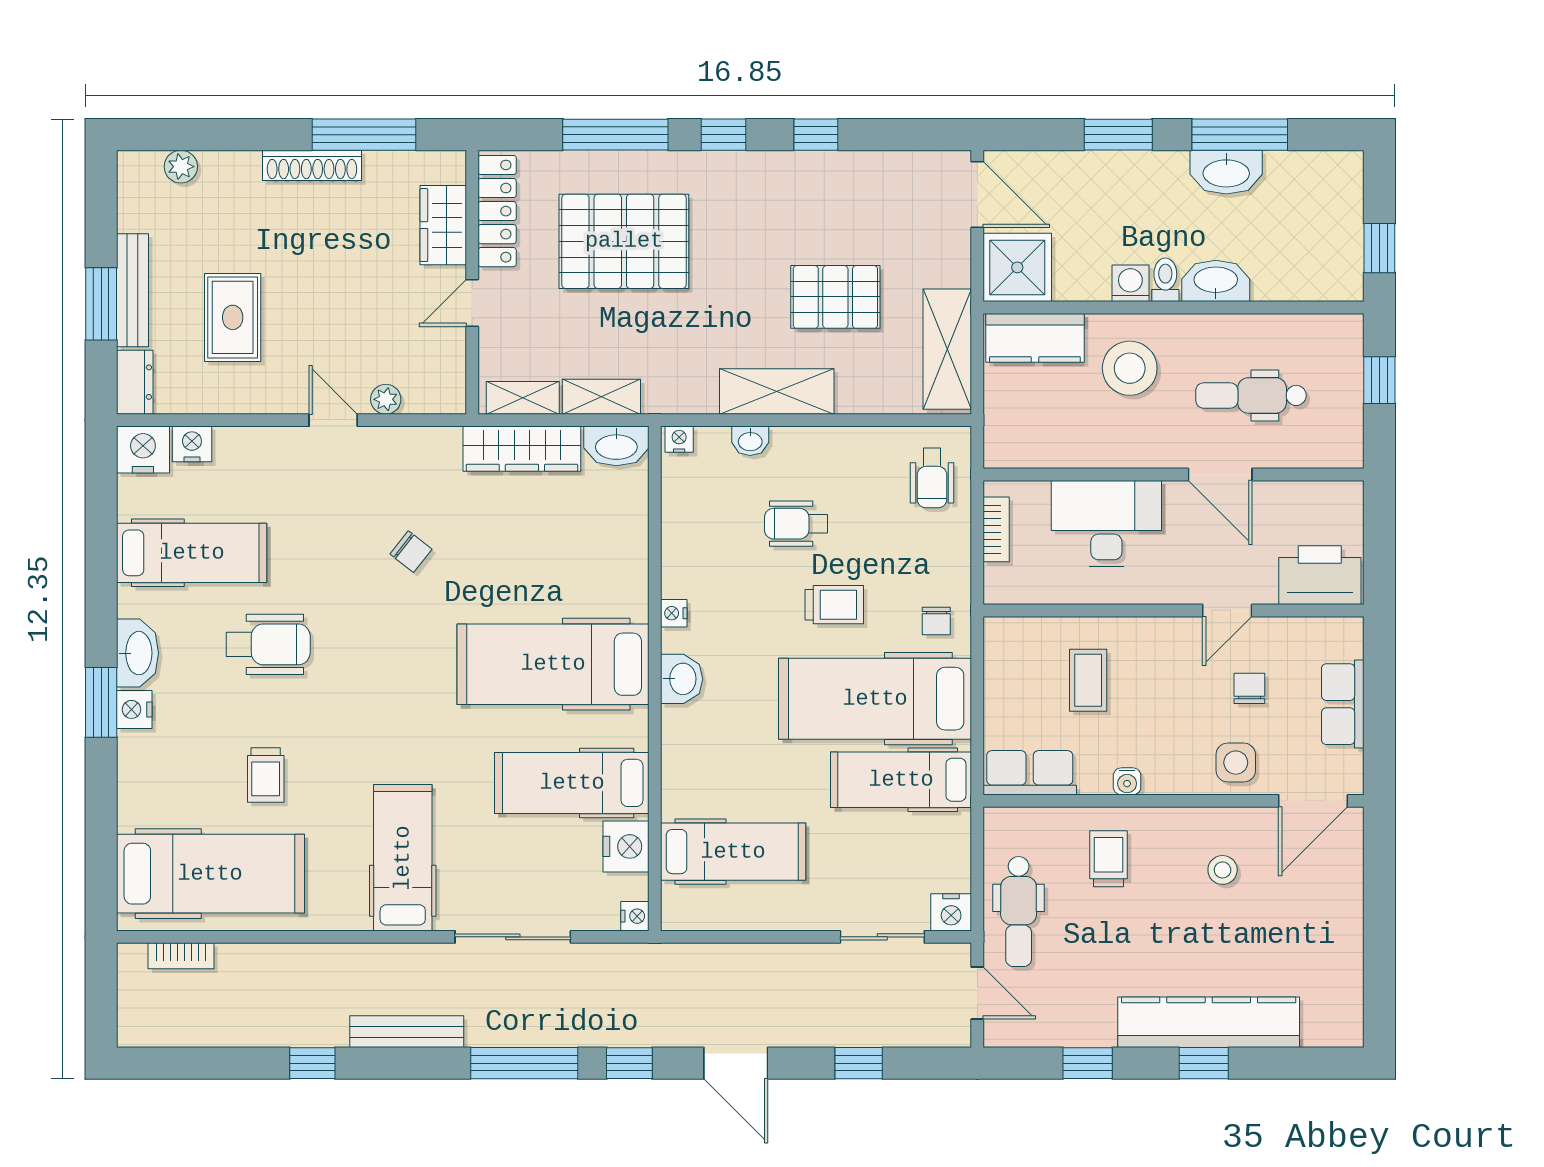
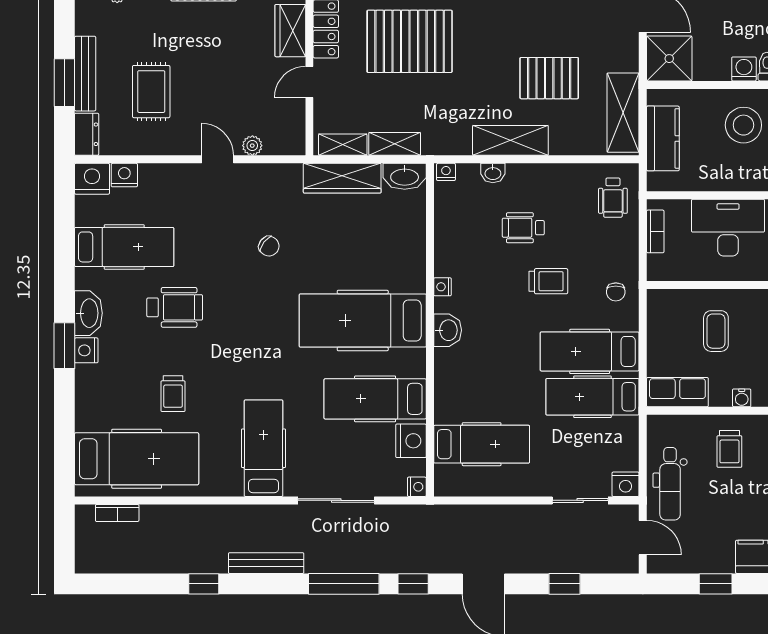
kitchen counter: (1035, 338) -> (663, 138), moved, turned -90
hospital bed: (875, 699) -> (590, 351), width x0.73, depth x0.78
trolley: (1109, 859) -> (729, 449), turned 180

